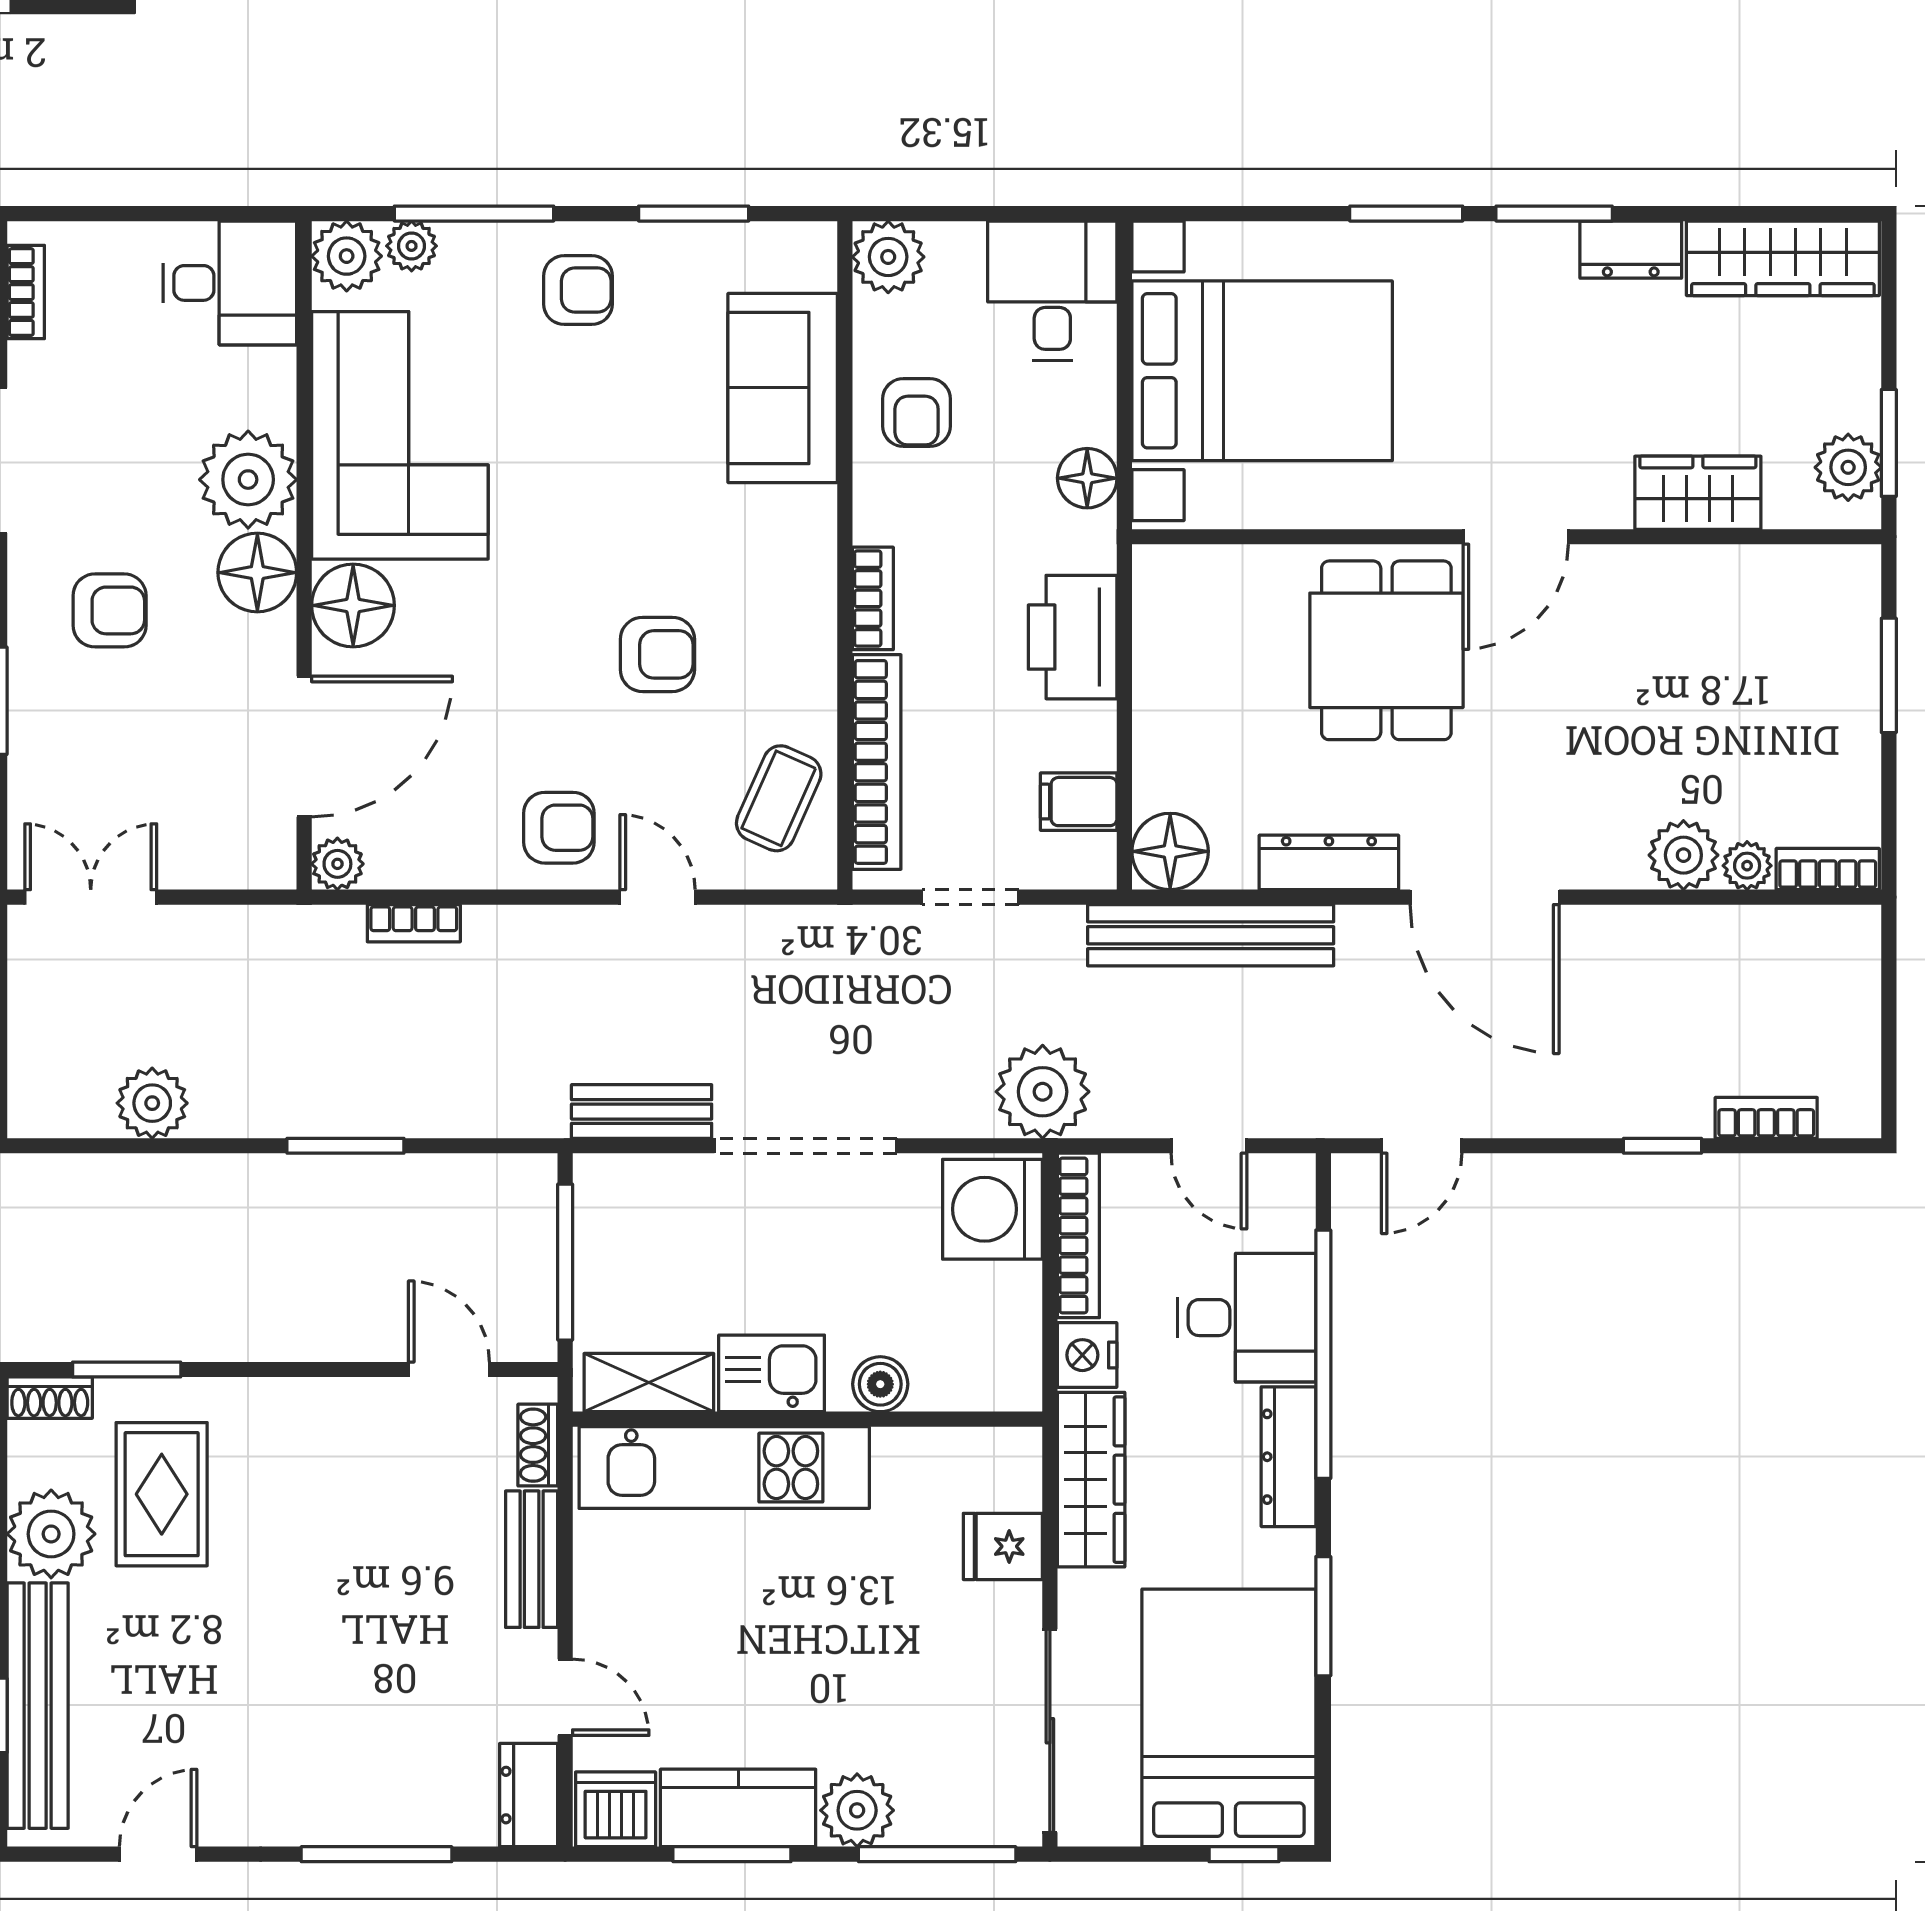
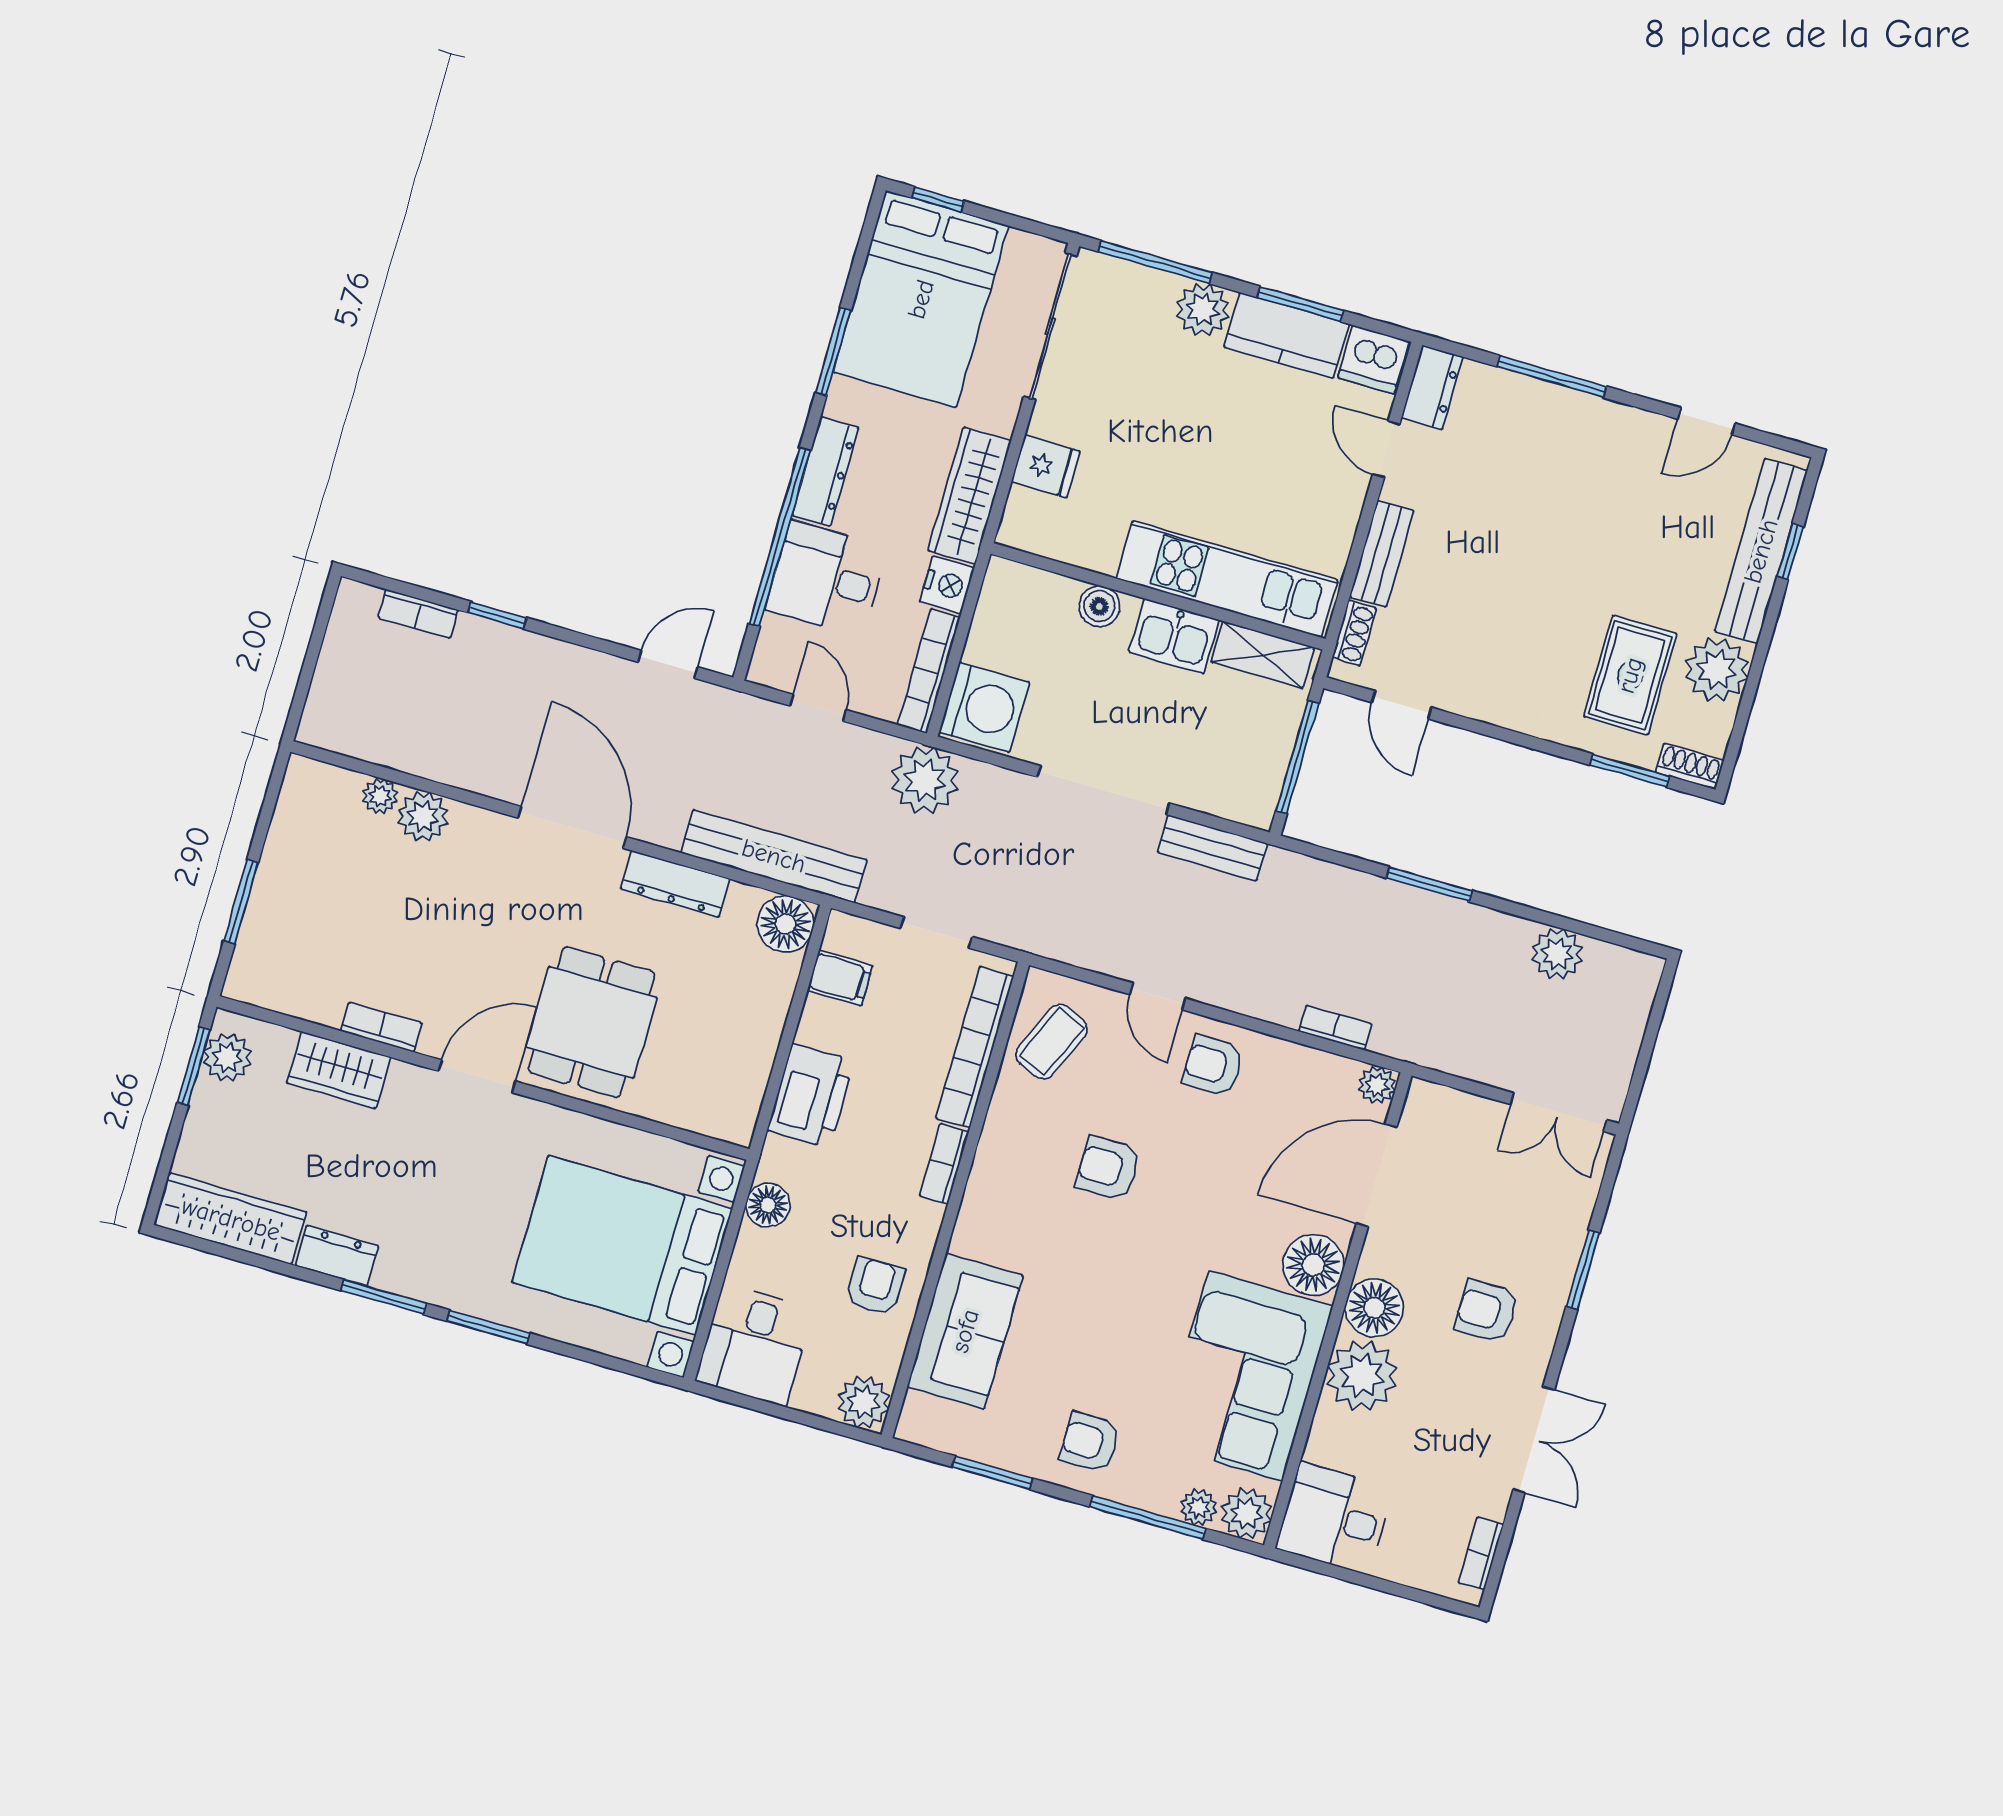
bookcase: (1828, 869) -> (381, 1027), moved, turned 180

